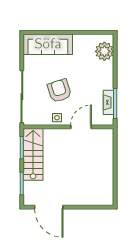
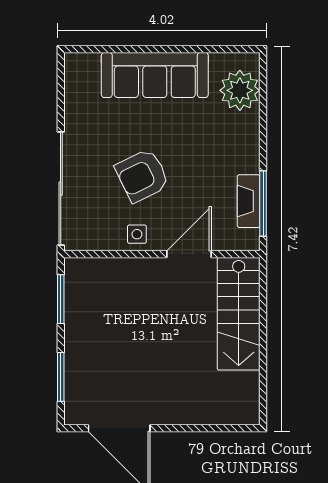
sofa: (48, 44) -> (155, 75), moved
armchair: (59, 91) -> (142, 176), turned -98
stairs: (33, 154) -> (239, 314), moved, turned 180

